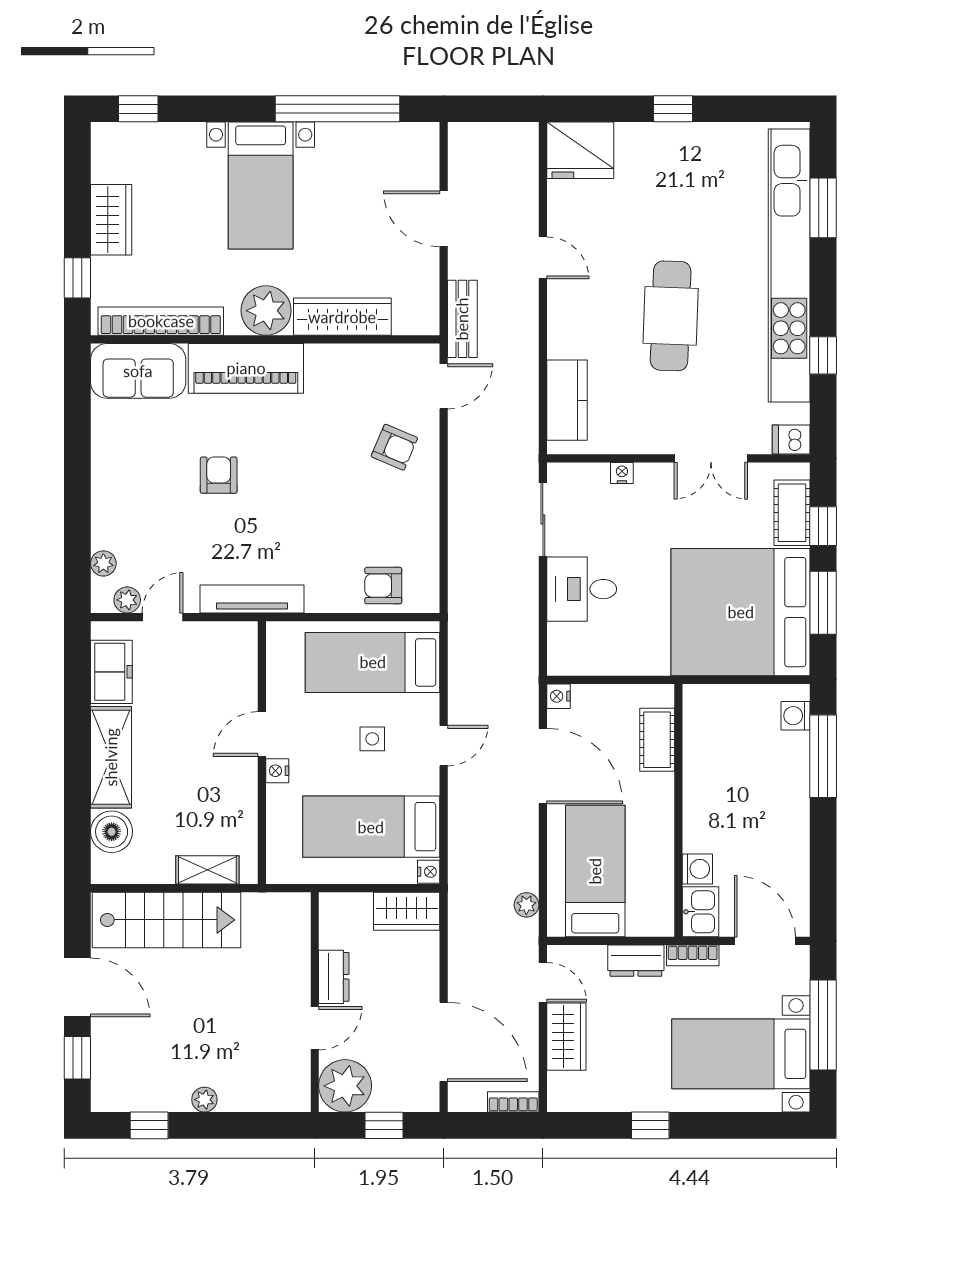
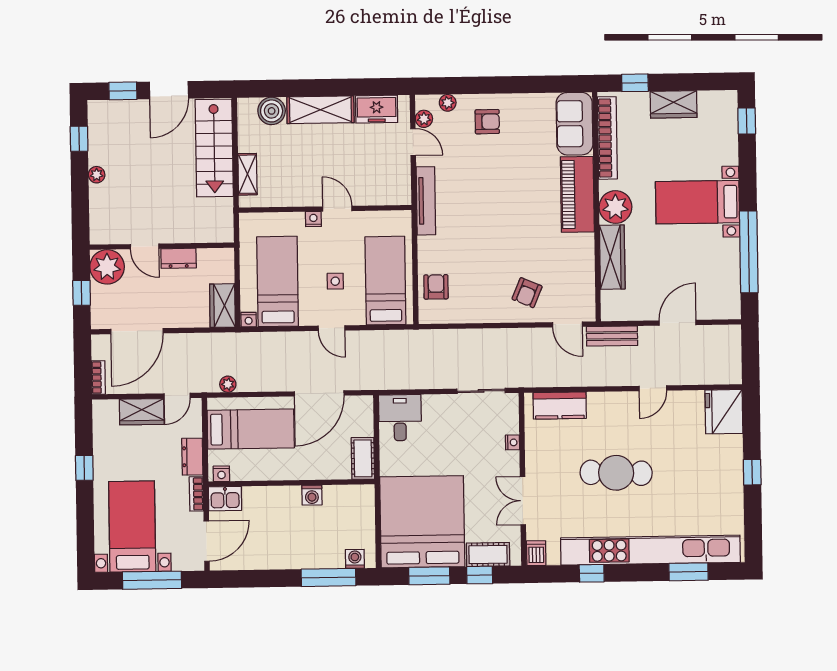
armchair: (219, 475) -> (487, 122), moved
desk: (582, 589) -> (400, 418), moved
nightstand: (558, 696) -> (221, 474), moved, turned 180
cot: (657, 740) -> (363, 458), moved, turned 90
washing machine: (697, 869) -> (312, 495), moved

